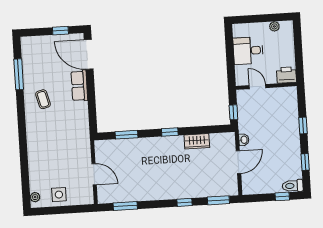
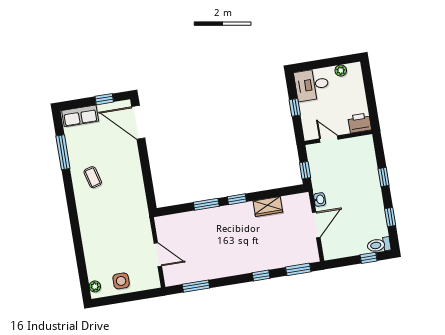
desk: (248, 51) -> (312, 85), moved
window: (230, 55) -> (295, 107), added
row of seats: (79, 86) -> (80, 116), moved, turned -90
window: (126, 135) -> (206, 204), moved

